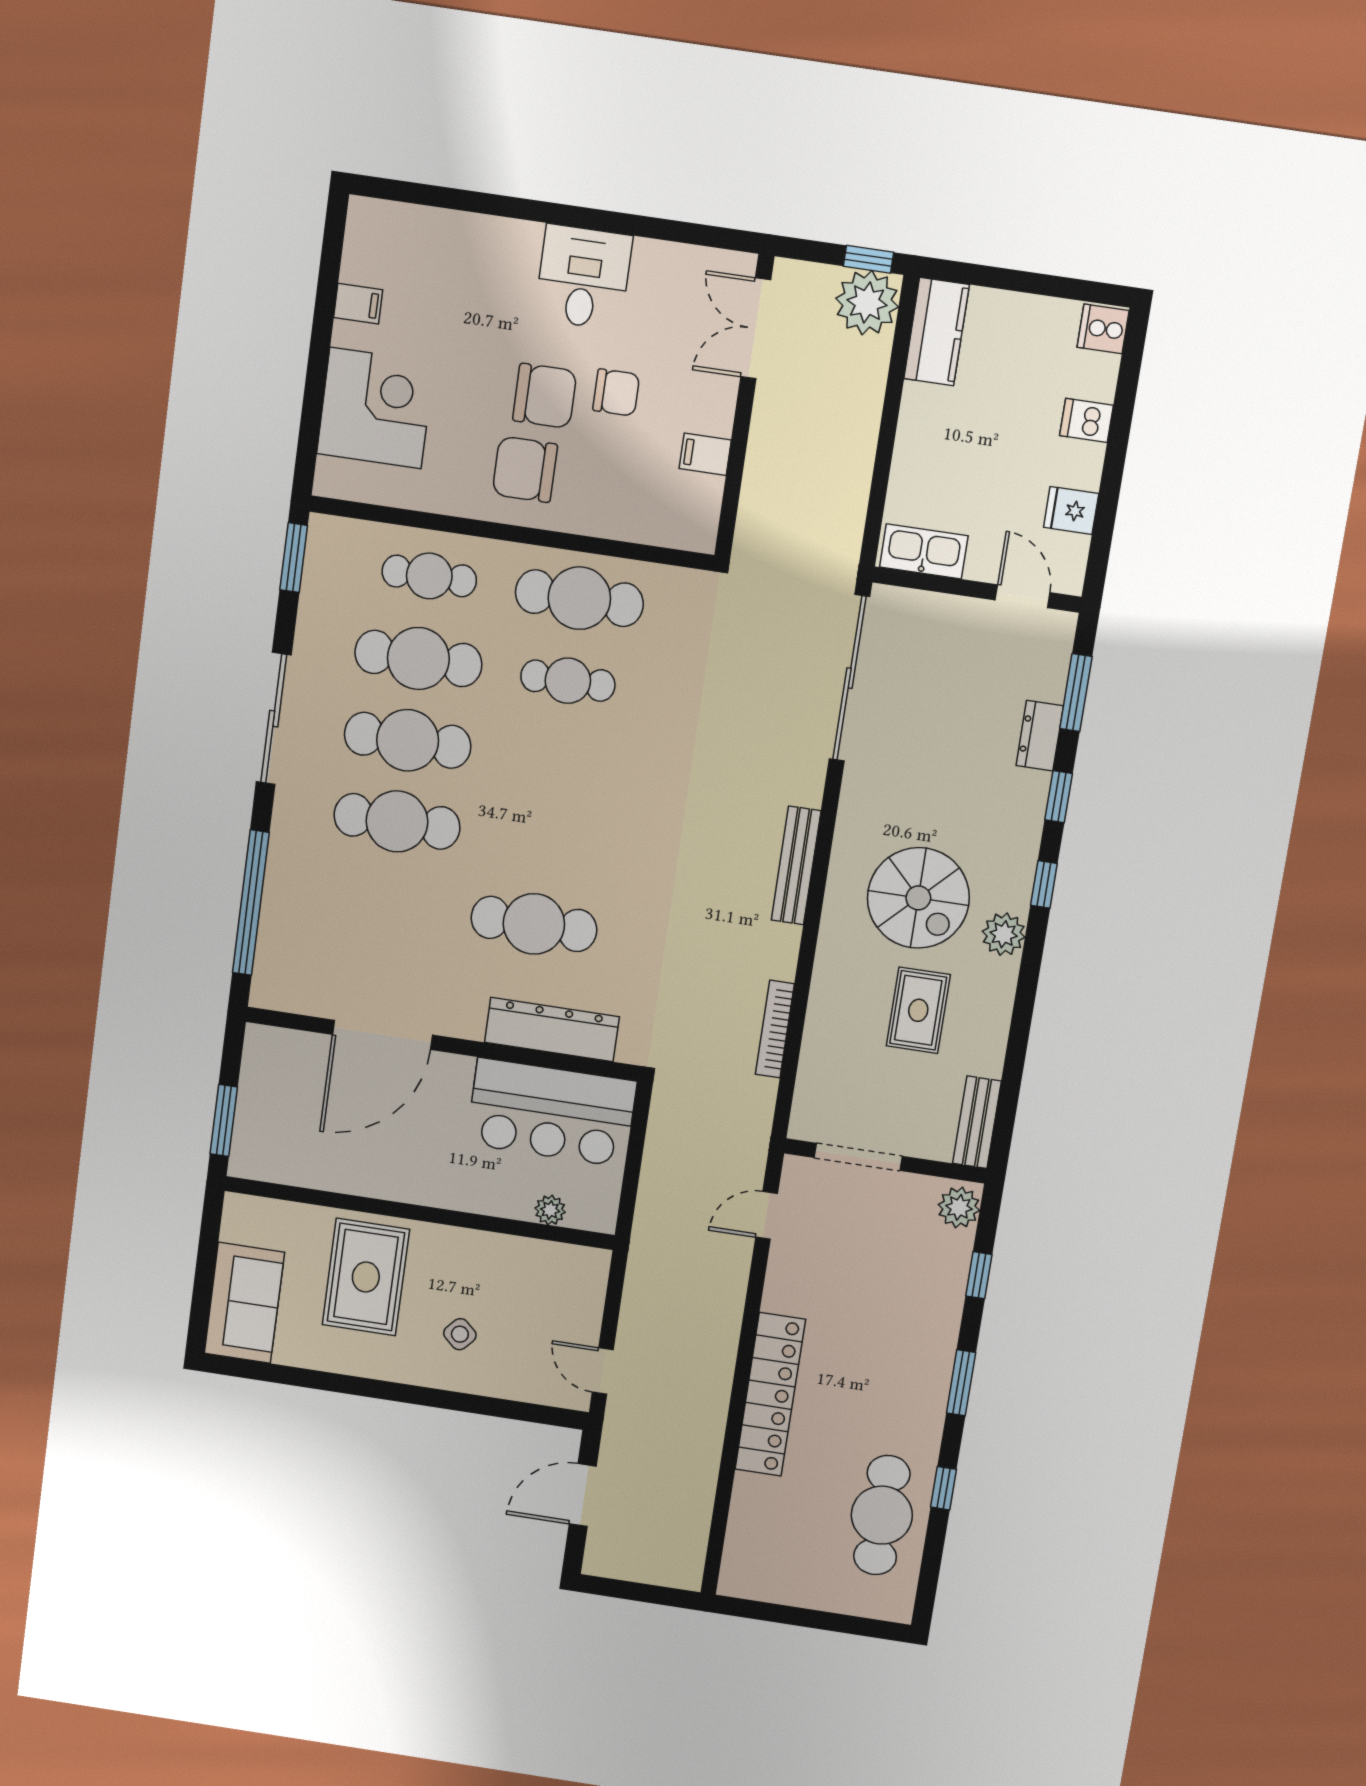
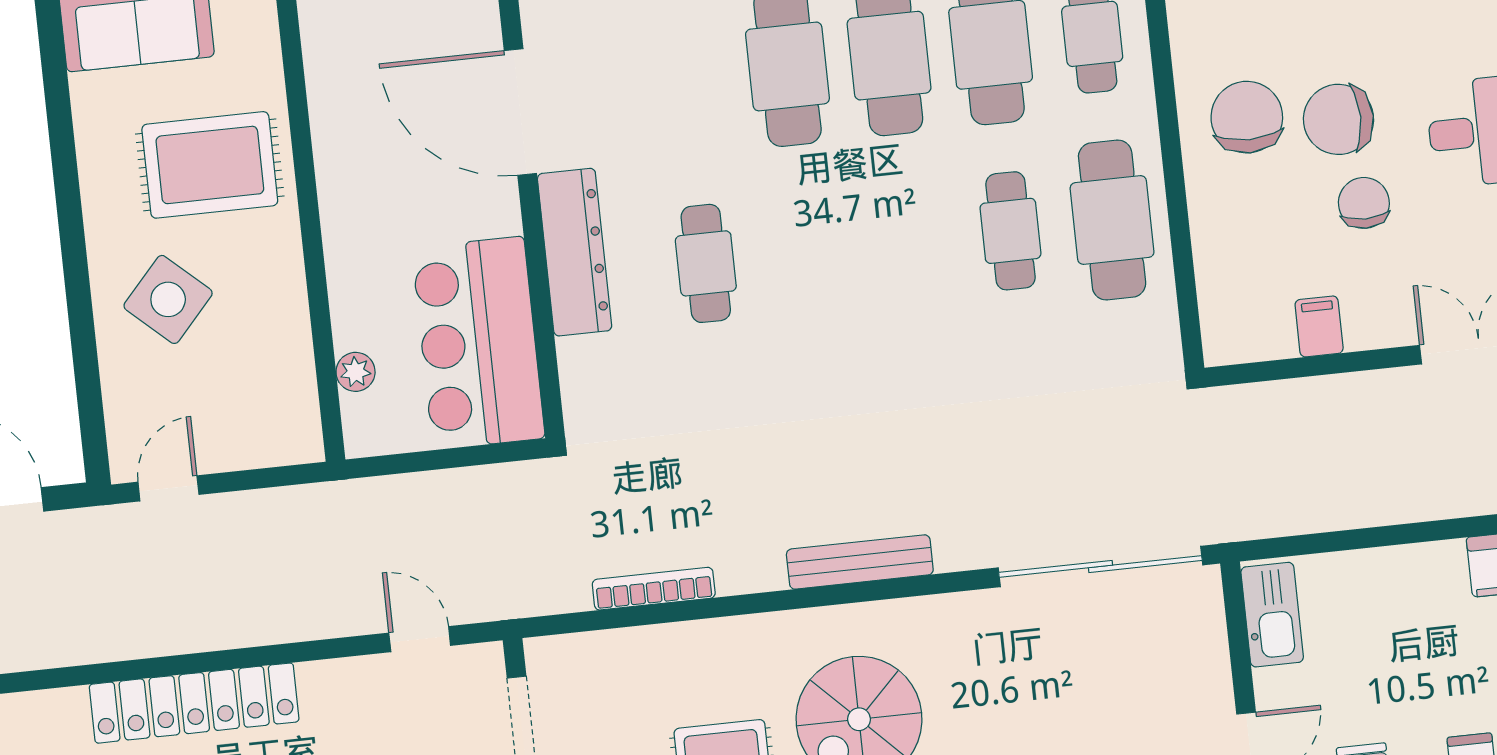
chair: (616, 392) -> (1364, 203), turned 180
chair: (545, 396) -> (1338, 119), turned 90
cafe table: (534, 924) -> (706, 263), width x0.73, depth x0.74
dresser: (552, 1030) -> (575, 252), moved
side table: (460, 1334) -> (168, 299), width x1.87, depth x1.87

